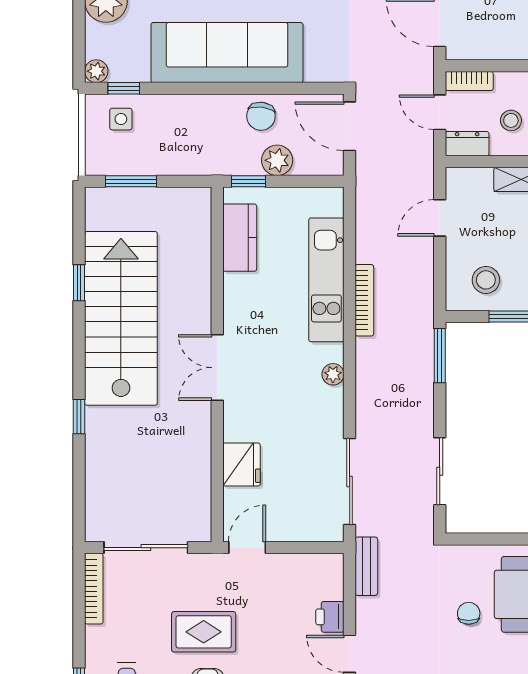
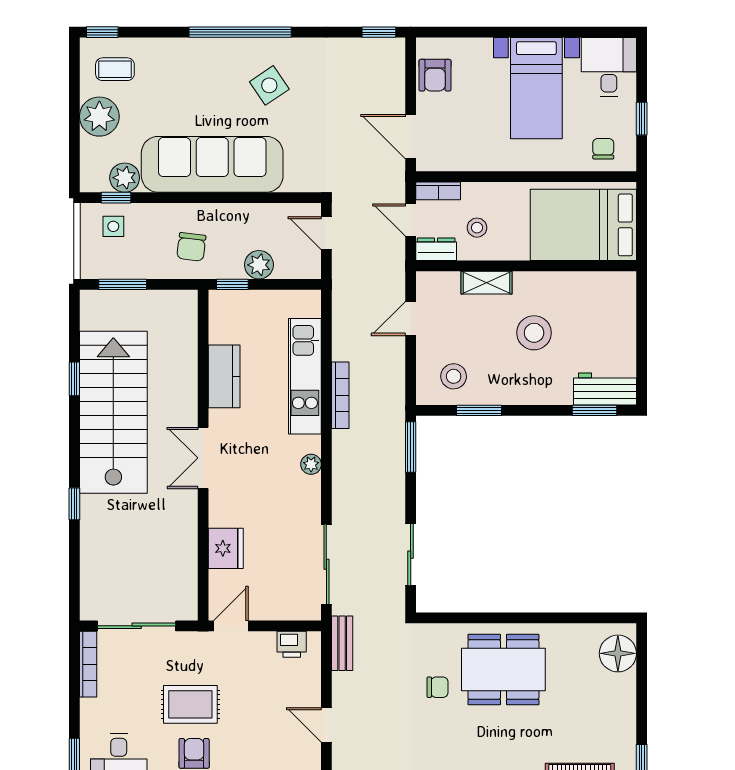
plant: (96, 71) -> (125, 178), moved, width x1.38, depth x1.38
chair: (261, 116) -> (191, 247), moved
door: (350, 126) -> (326, 233), width x0.73
kitchen counter: (240, 238) -> (224, 376), moved
chair: (469, 613) -> (438, 687), turned 90
printer: (330, 617) -> (292, 644), moved, turned -90

